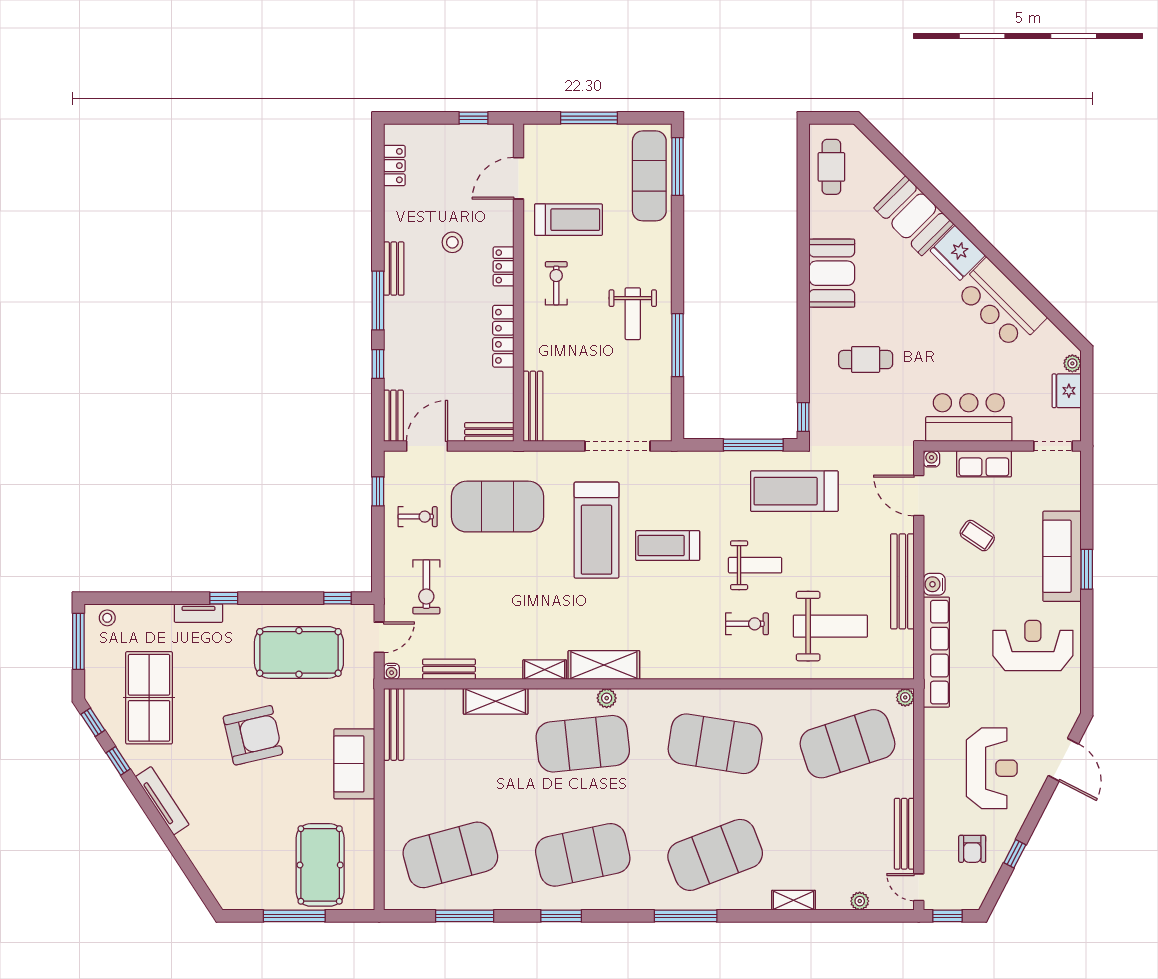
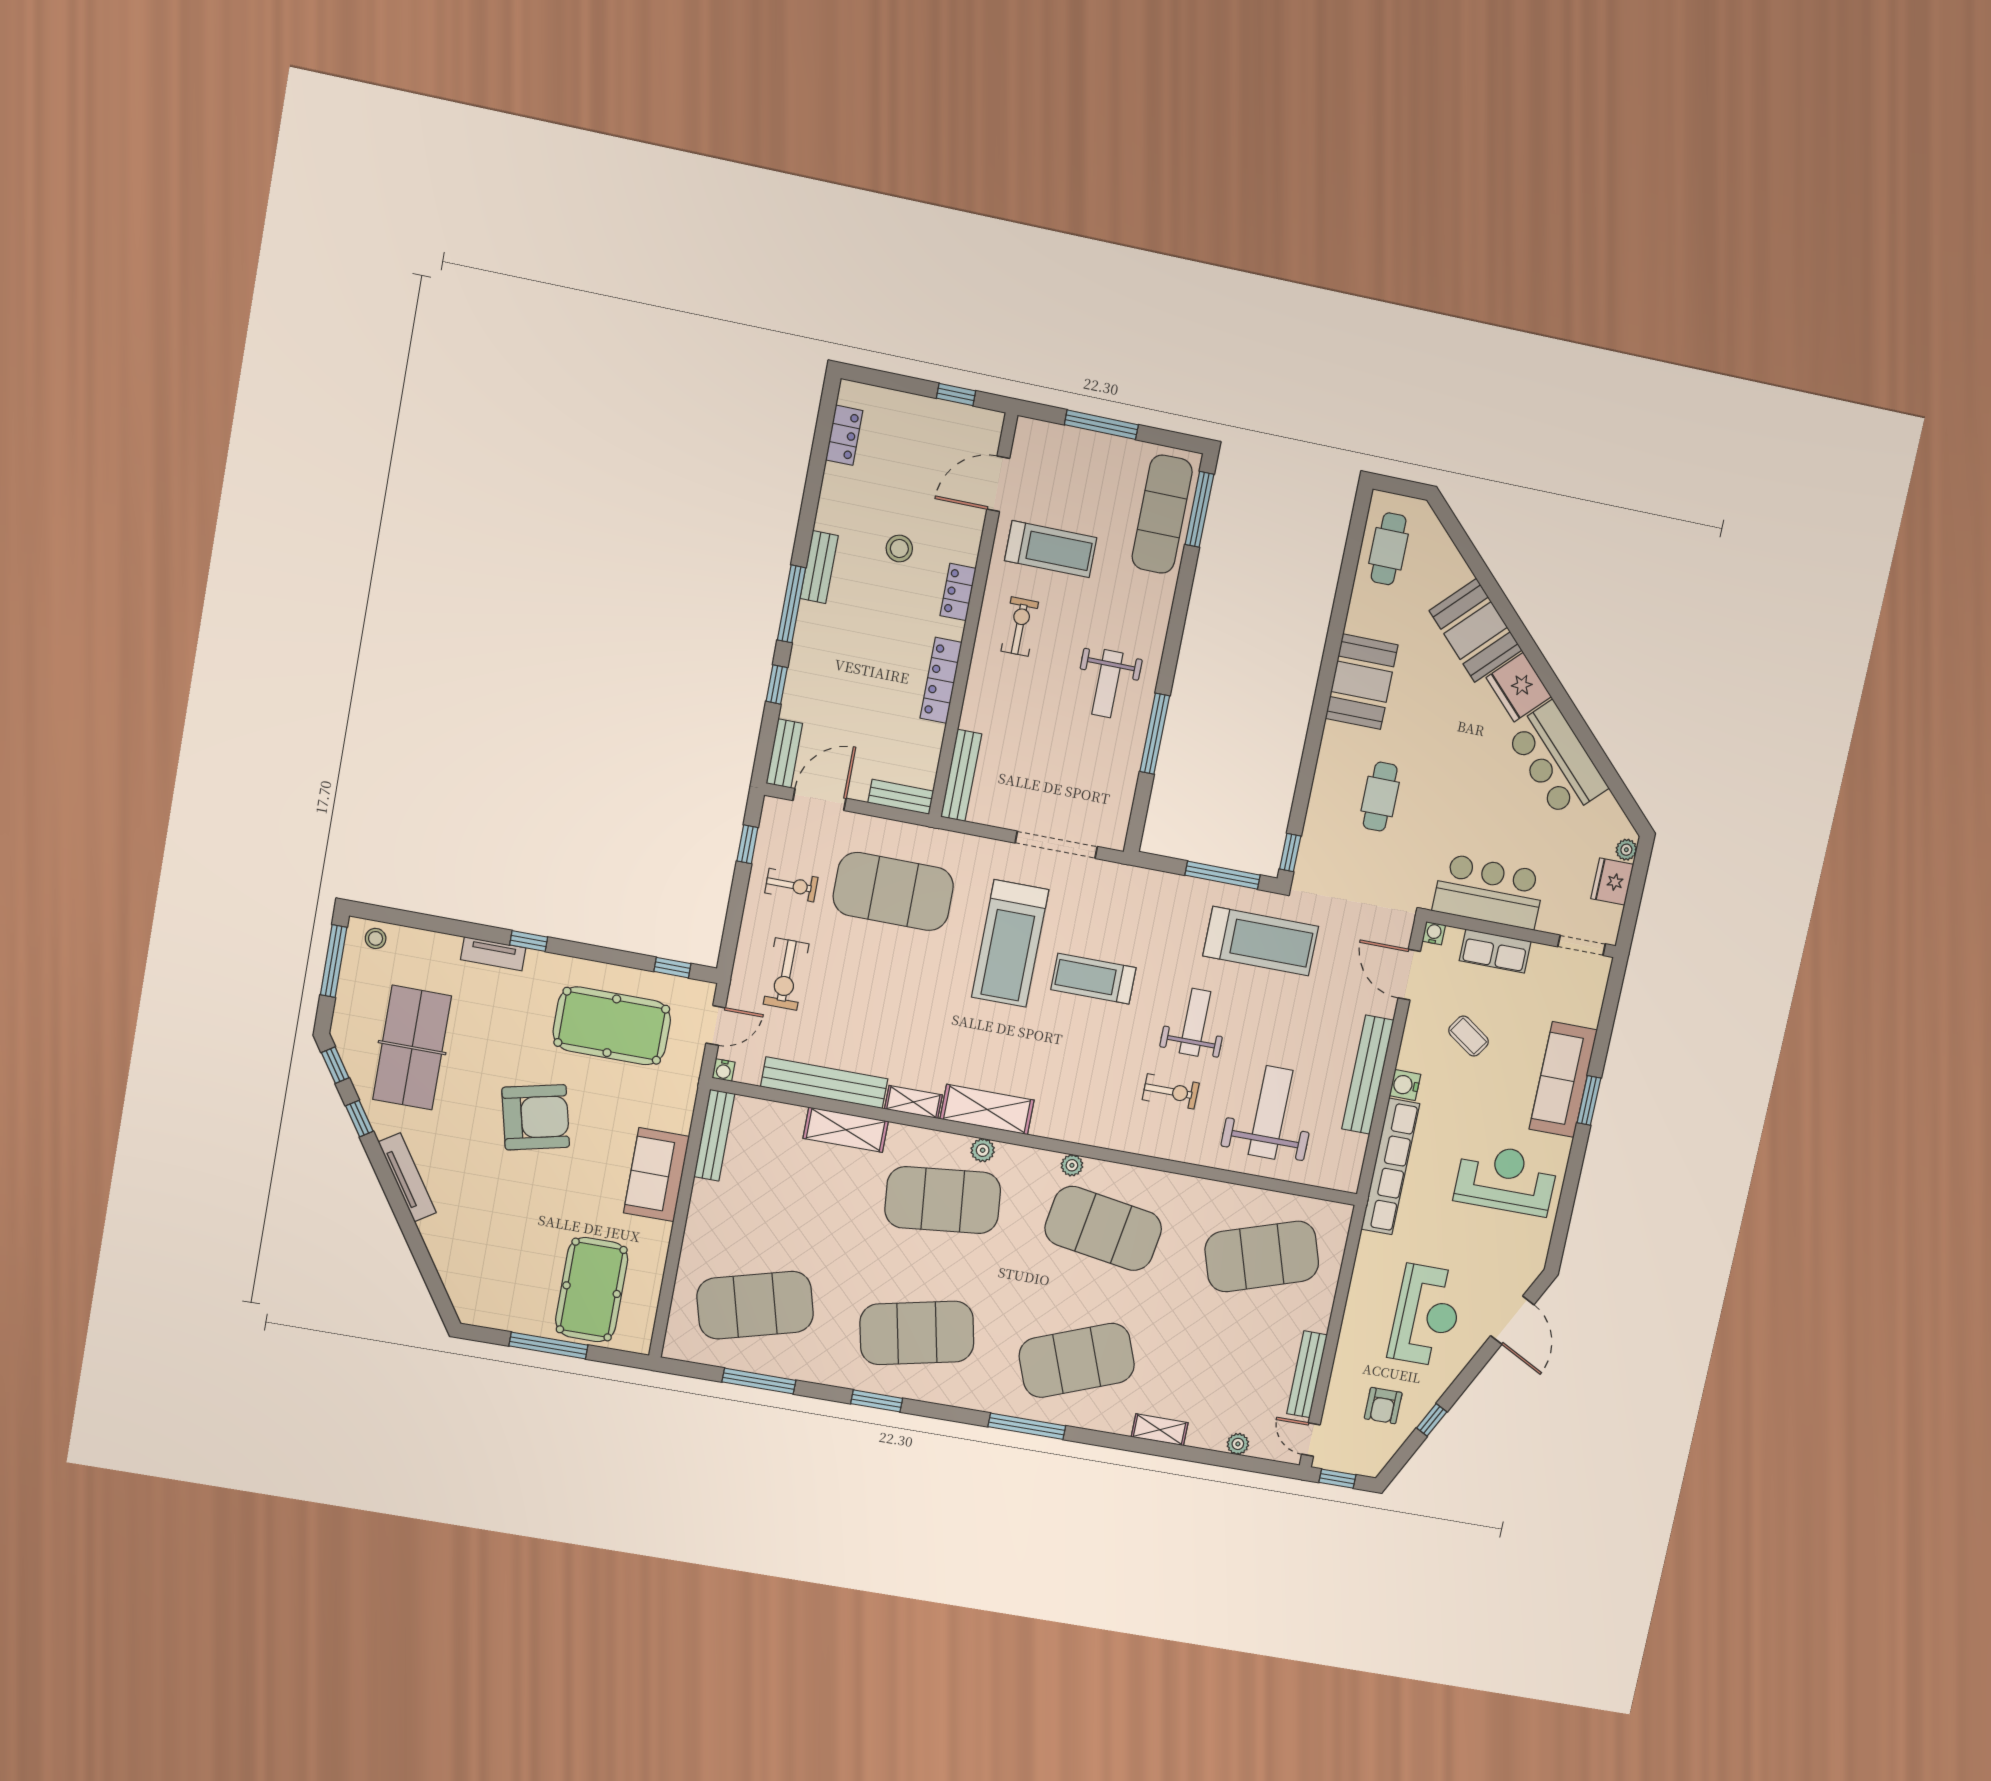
cafe table: (866, 360) -> (1380, 797), turned 90
treadmill: (794, 491) -> (1261, 941), turned 180
weight bench: (755, 565) -> (1195, 1022), turned -90
weight bench: (830, 626) -> (1271, 1112), turned -90
bench: (449, 669) -> (824, 1083), width x1.86, depth x1.21
plant: (905, 697) -> (1072, 1165), moved

